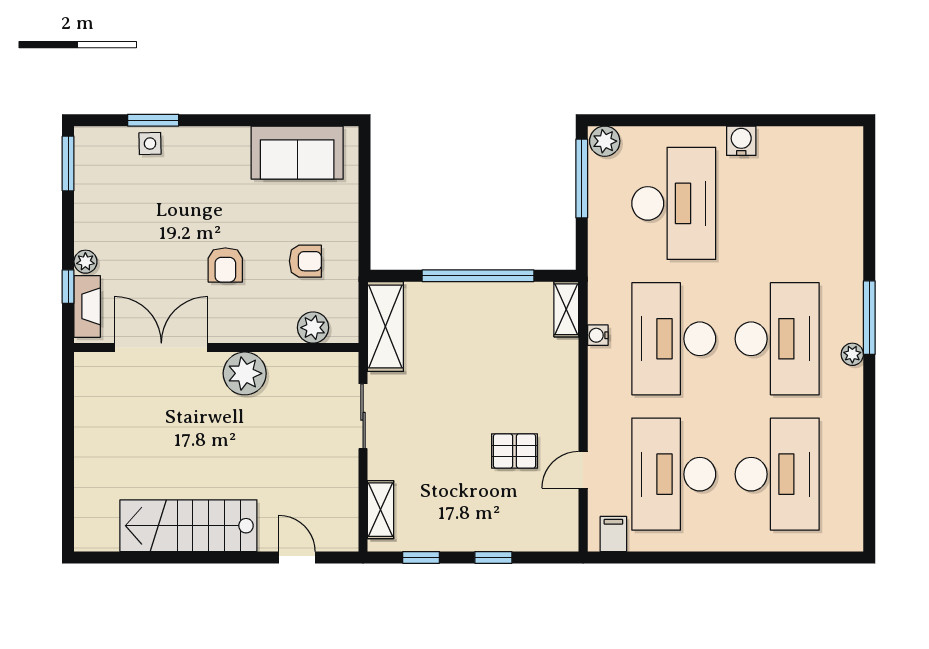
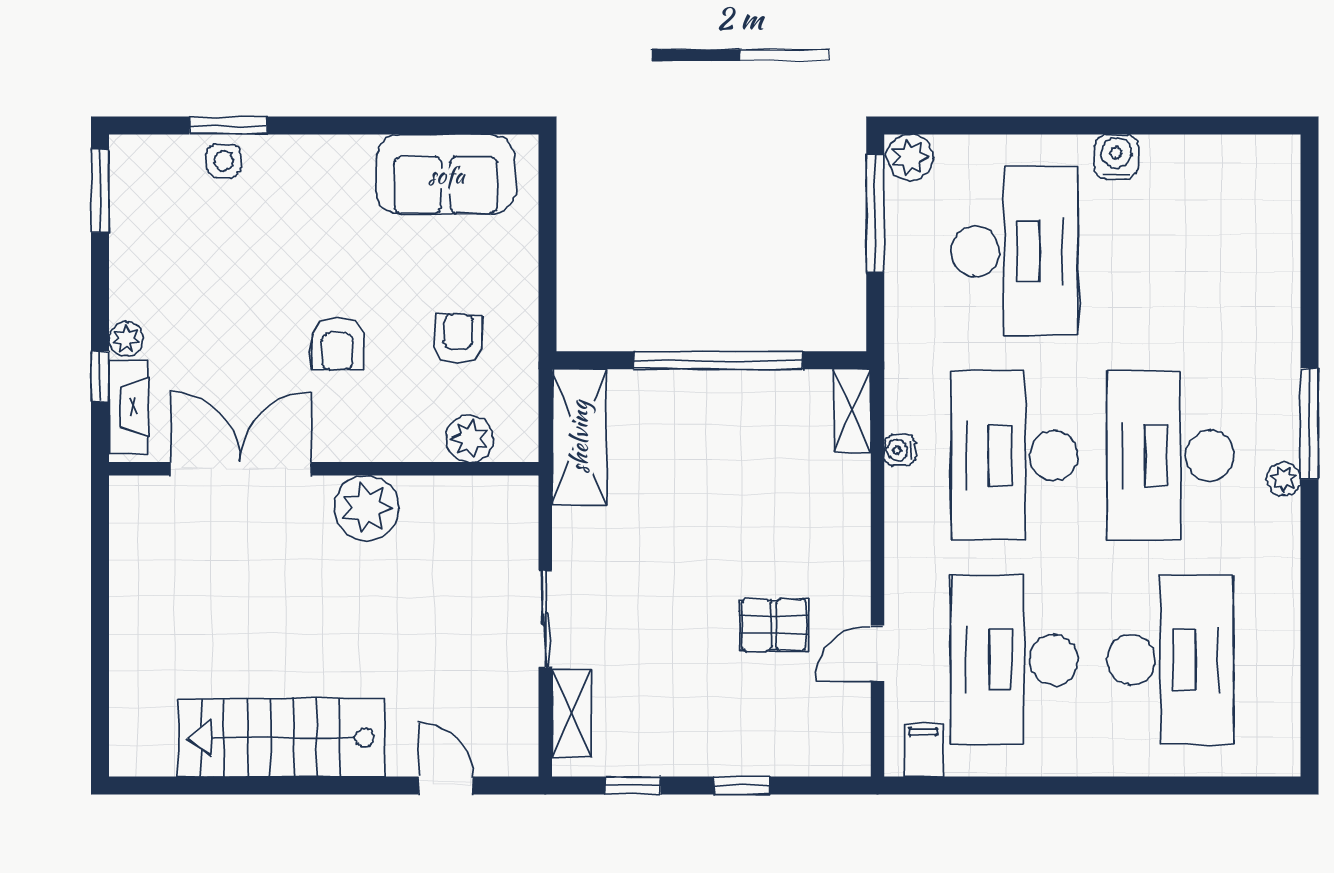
armchair: (305, 261) -> (458, 338), turned -88
desk: (777, 339) -> (1170, 456), turned 180
sliding door: (363, 416) -> (545, 619), moved

